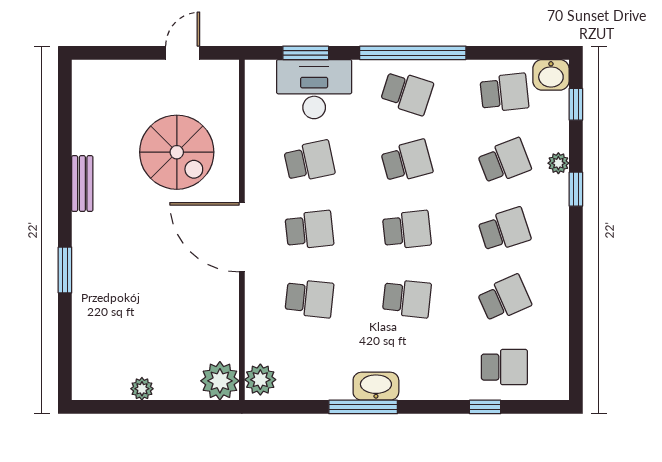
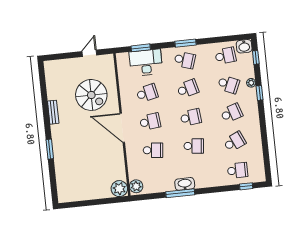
window: (413, 53) -> (185, 43), width x0.47
school desk: (504, 161) -> (228, 84), turned 45
plant: (142, 389) -> (87, 195), removed
window: (485, 407) -> (246, 186), moved

